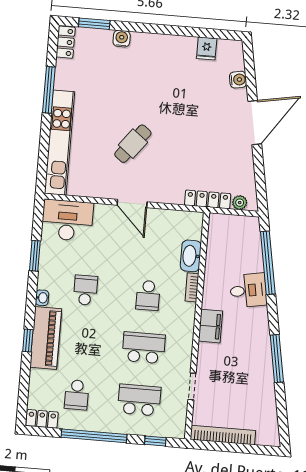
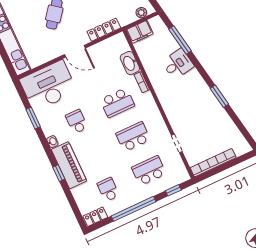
locker: (208, 199) -> (104, 30), moved
desk: (67, 220) -> (48, 86), width x1.36, depth x1.30
window: (268, 263) -> (180, 40), width x0.68
school desk: (148, 295) -> (117, 103), width x1.85
filing cabinet: (210, 326) -> (140, 32), moved, turned 90
window: (277, 358) -> (219, 96), width x0.69
school desk: (77, 395) -> (108, 189), turned 180

